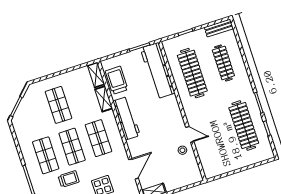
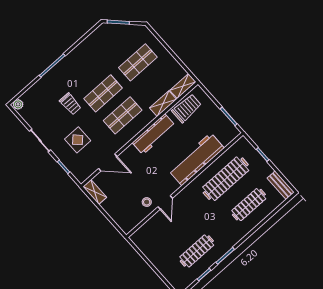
workbench: (158, 71) -> (196, 159), moved
clothes rail: (244, 126) -> (197, 251), width x0.73, depth x0.76
shop shelf: (46, 155) -> (83, 71), removed

